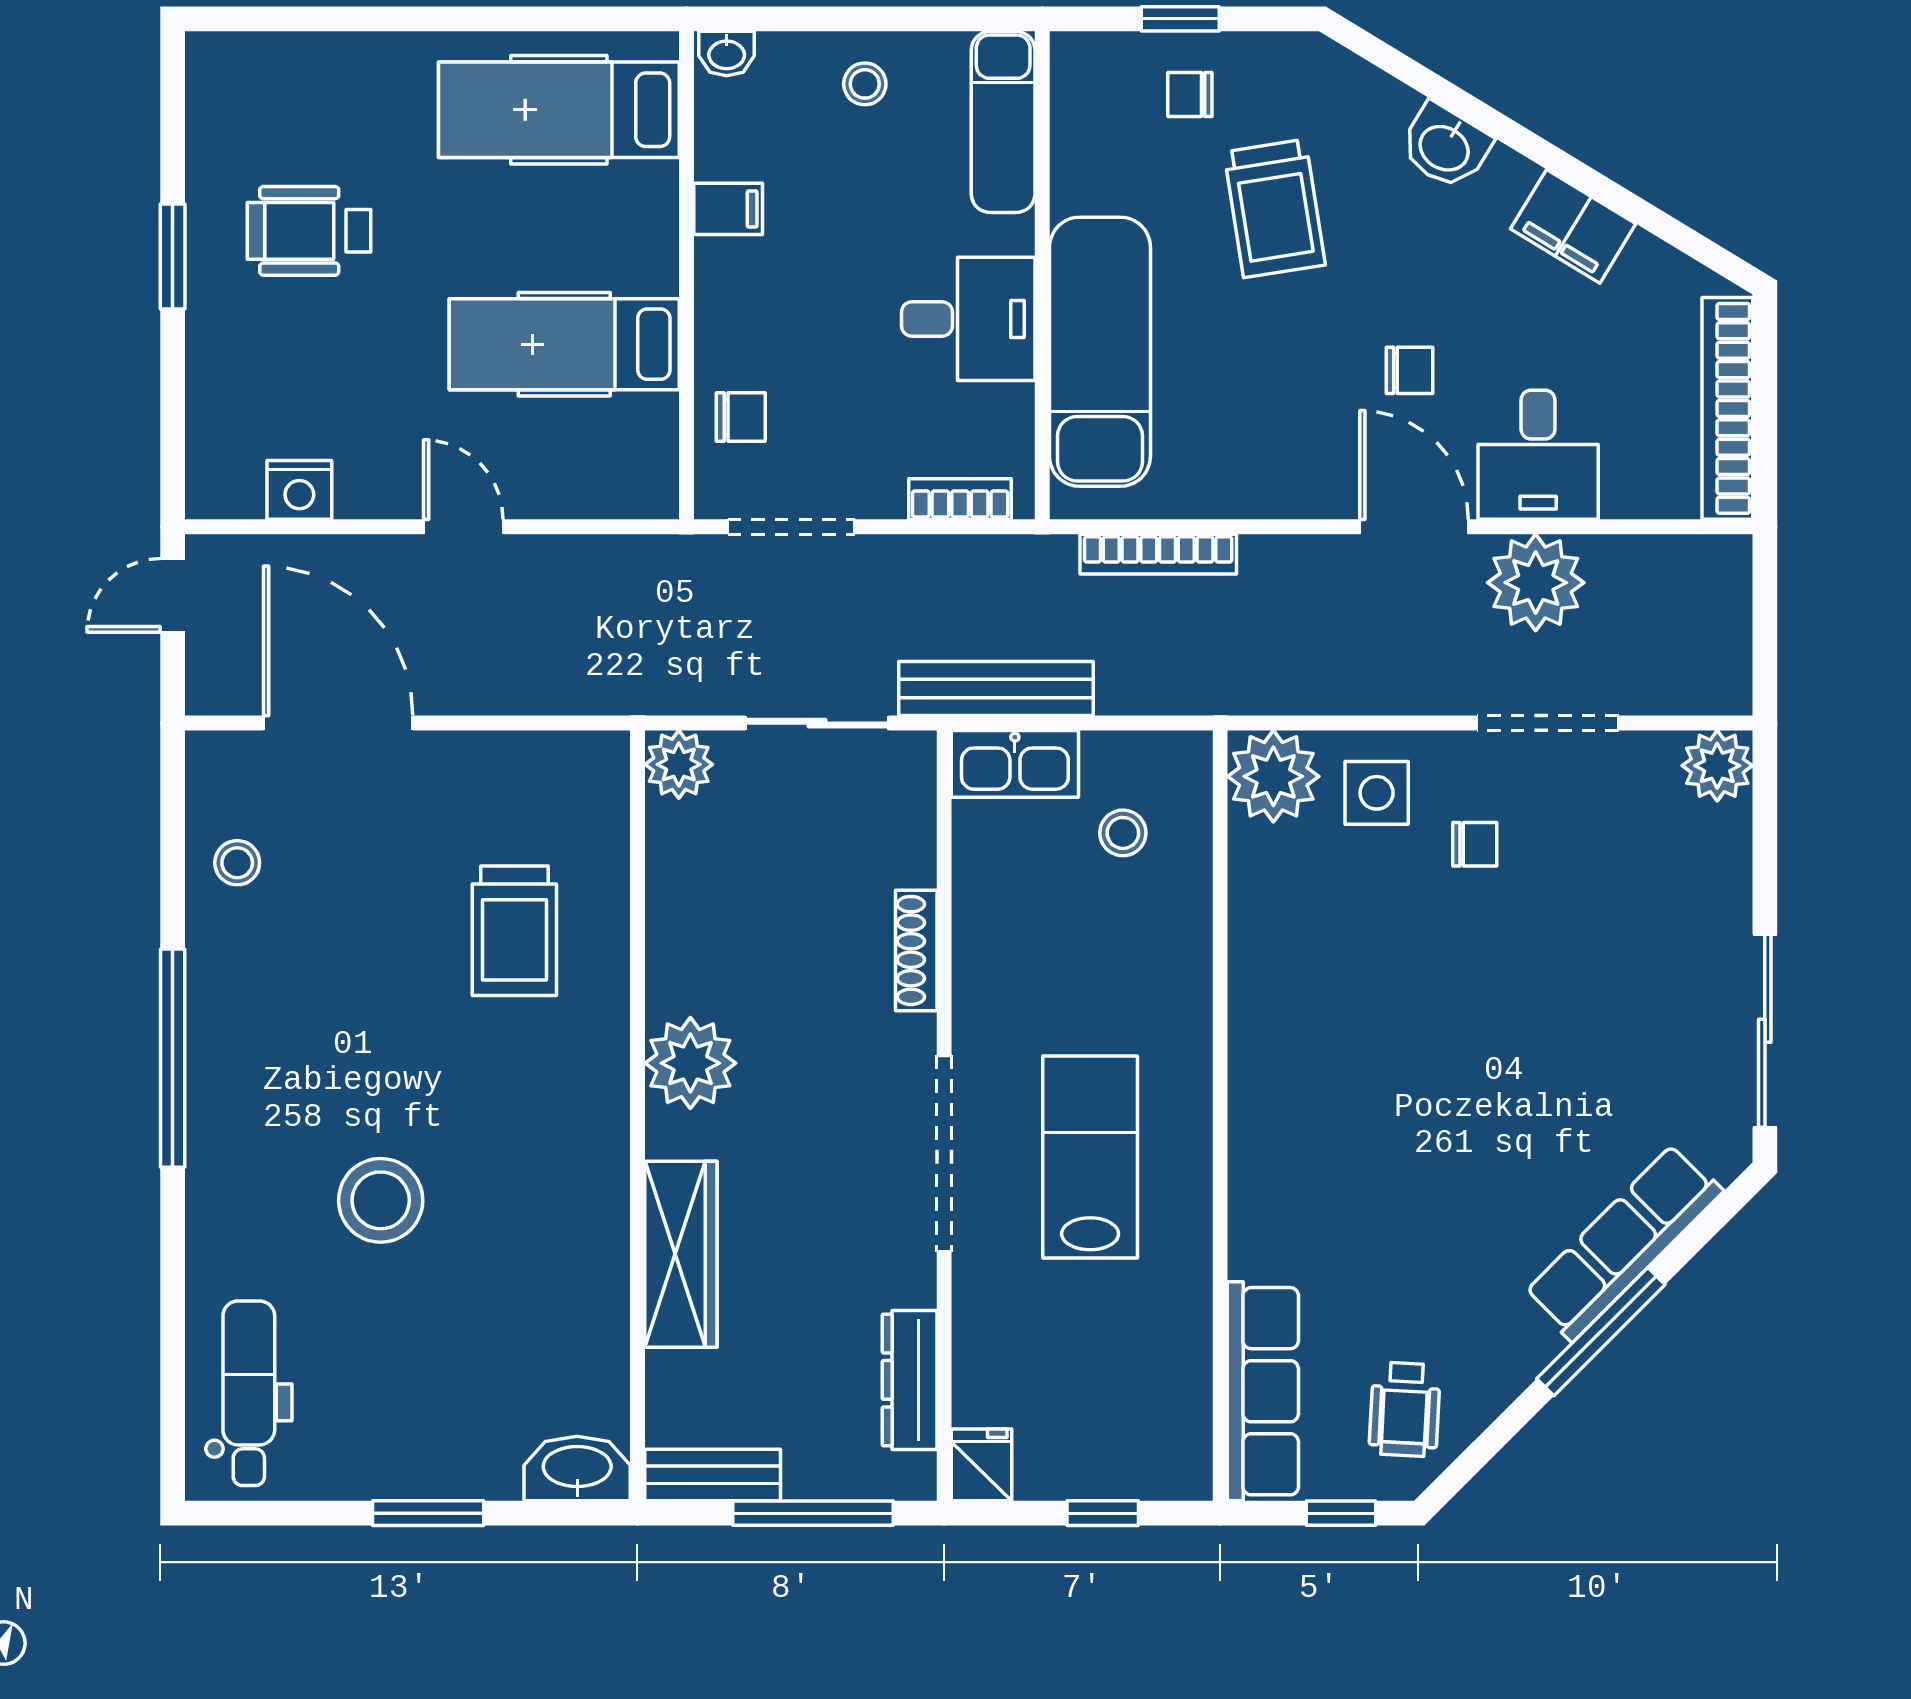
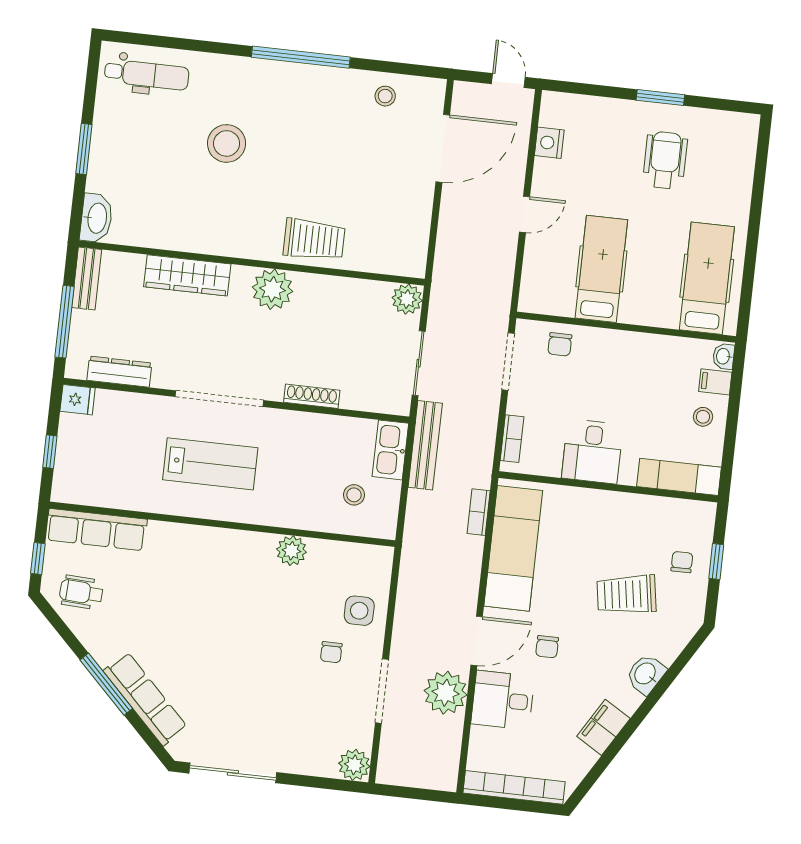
filing cabinet: (728, 209) -> (715, 382), moved, turned 90
exam couch: (1100, 352) -> (513, 548), moved, turned -90
bookcase: (1158, 554) -> (479, 512), width x0.64
plant: (1273, 776) -> (292, 551), moved, width x0.73, depth x0.73
trolley: (514, 931) -> (314, 240), moved, turned 180

